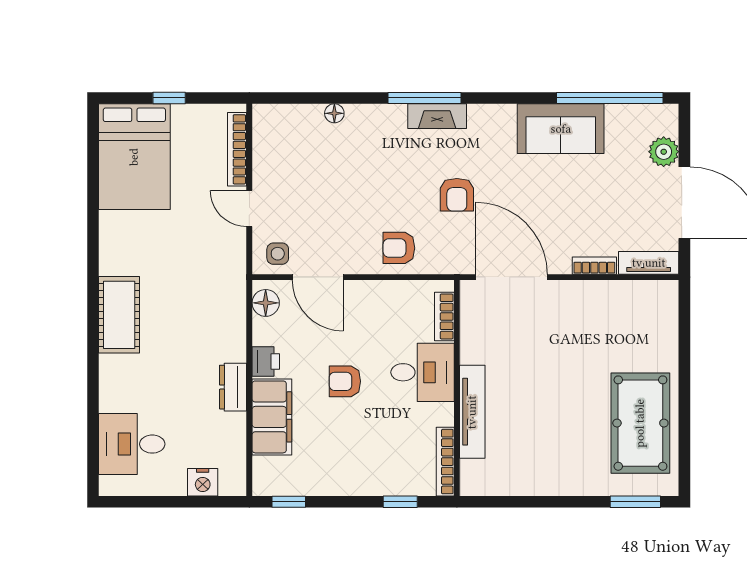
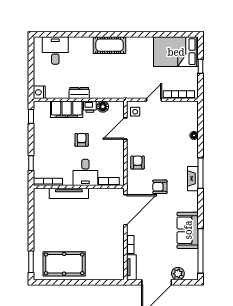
floor lamp: (266, 303) -> (103, 107), moved
nightstand: (203, 482) -> (39, 92), moved

